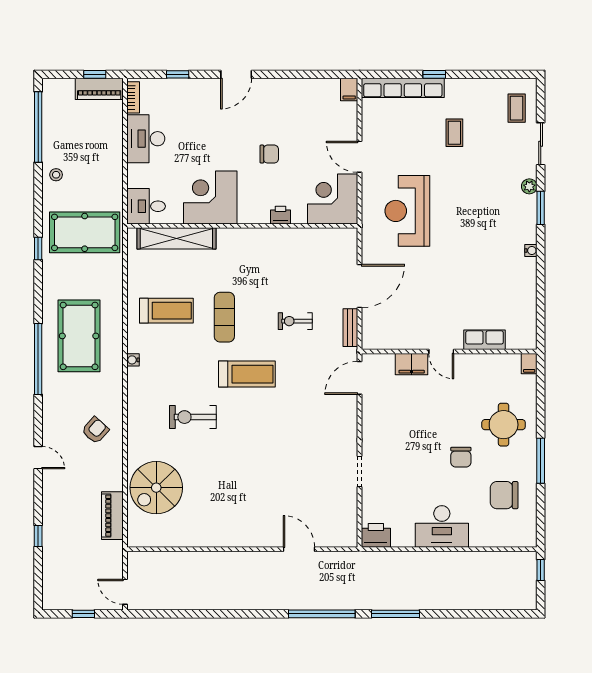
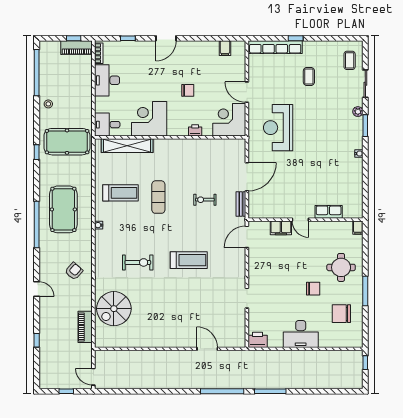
filing cabinet: (349, 89) -> (225, 48), moved
treadmill: (247, 374) -> (189, 260), moved
exercise bike: (193, 417) -> (138, 262), turned 180
chair: (461, 457) -> (313, 289), turned -90

